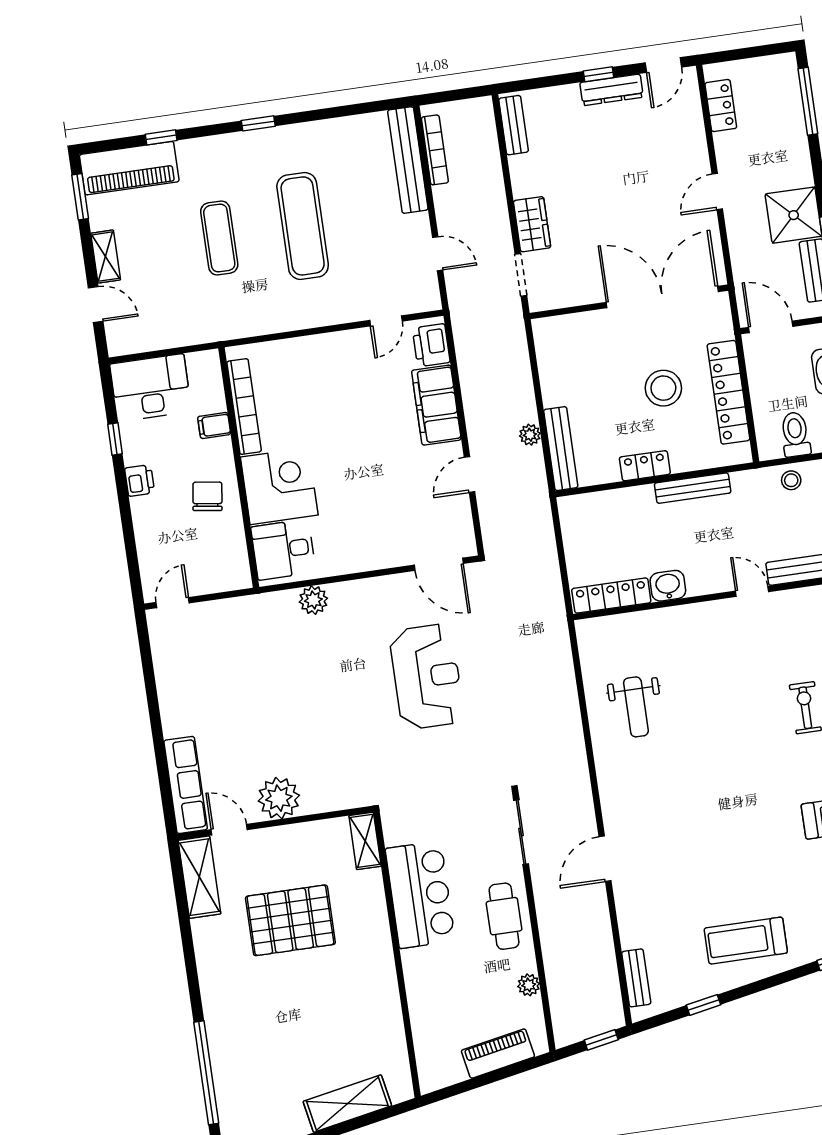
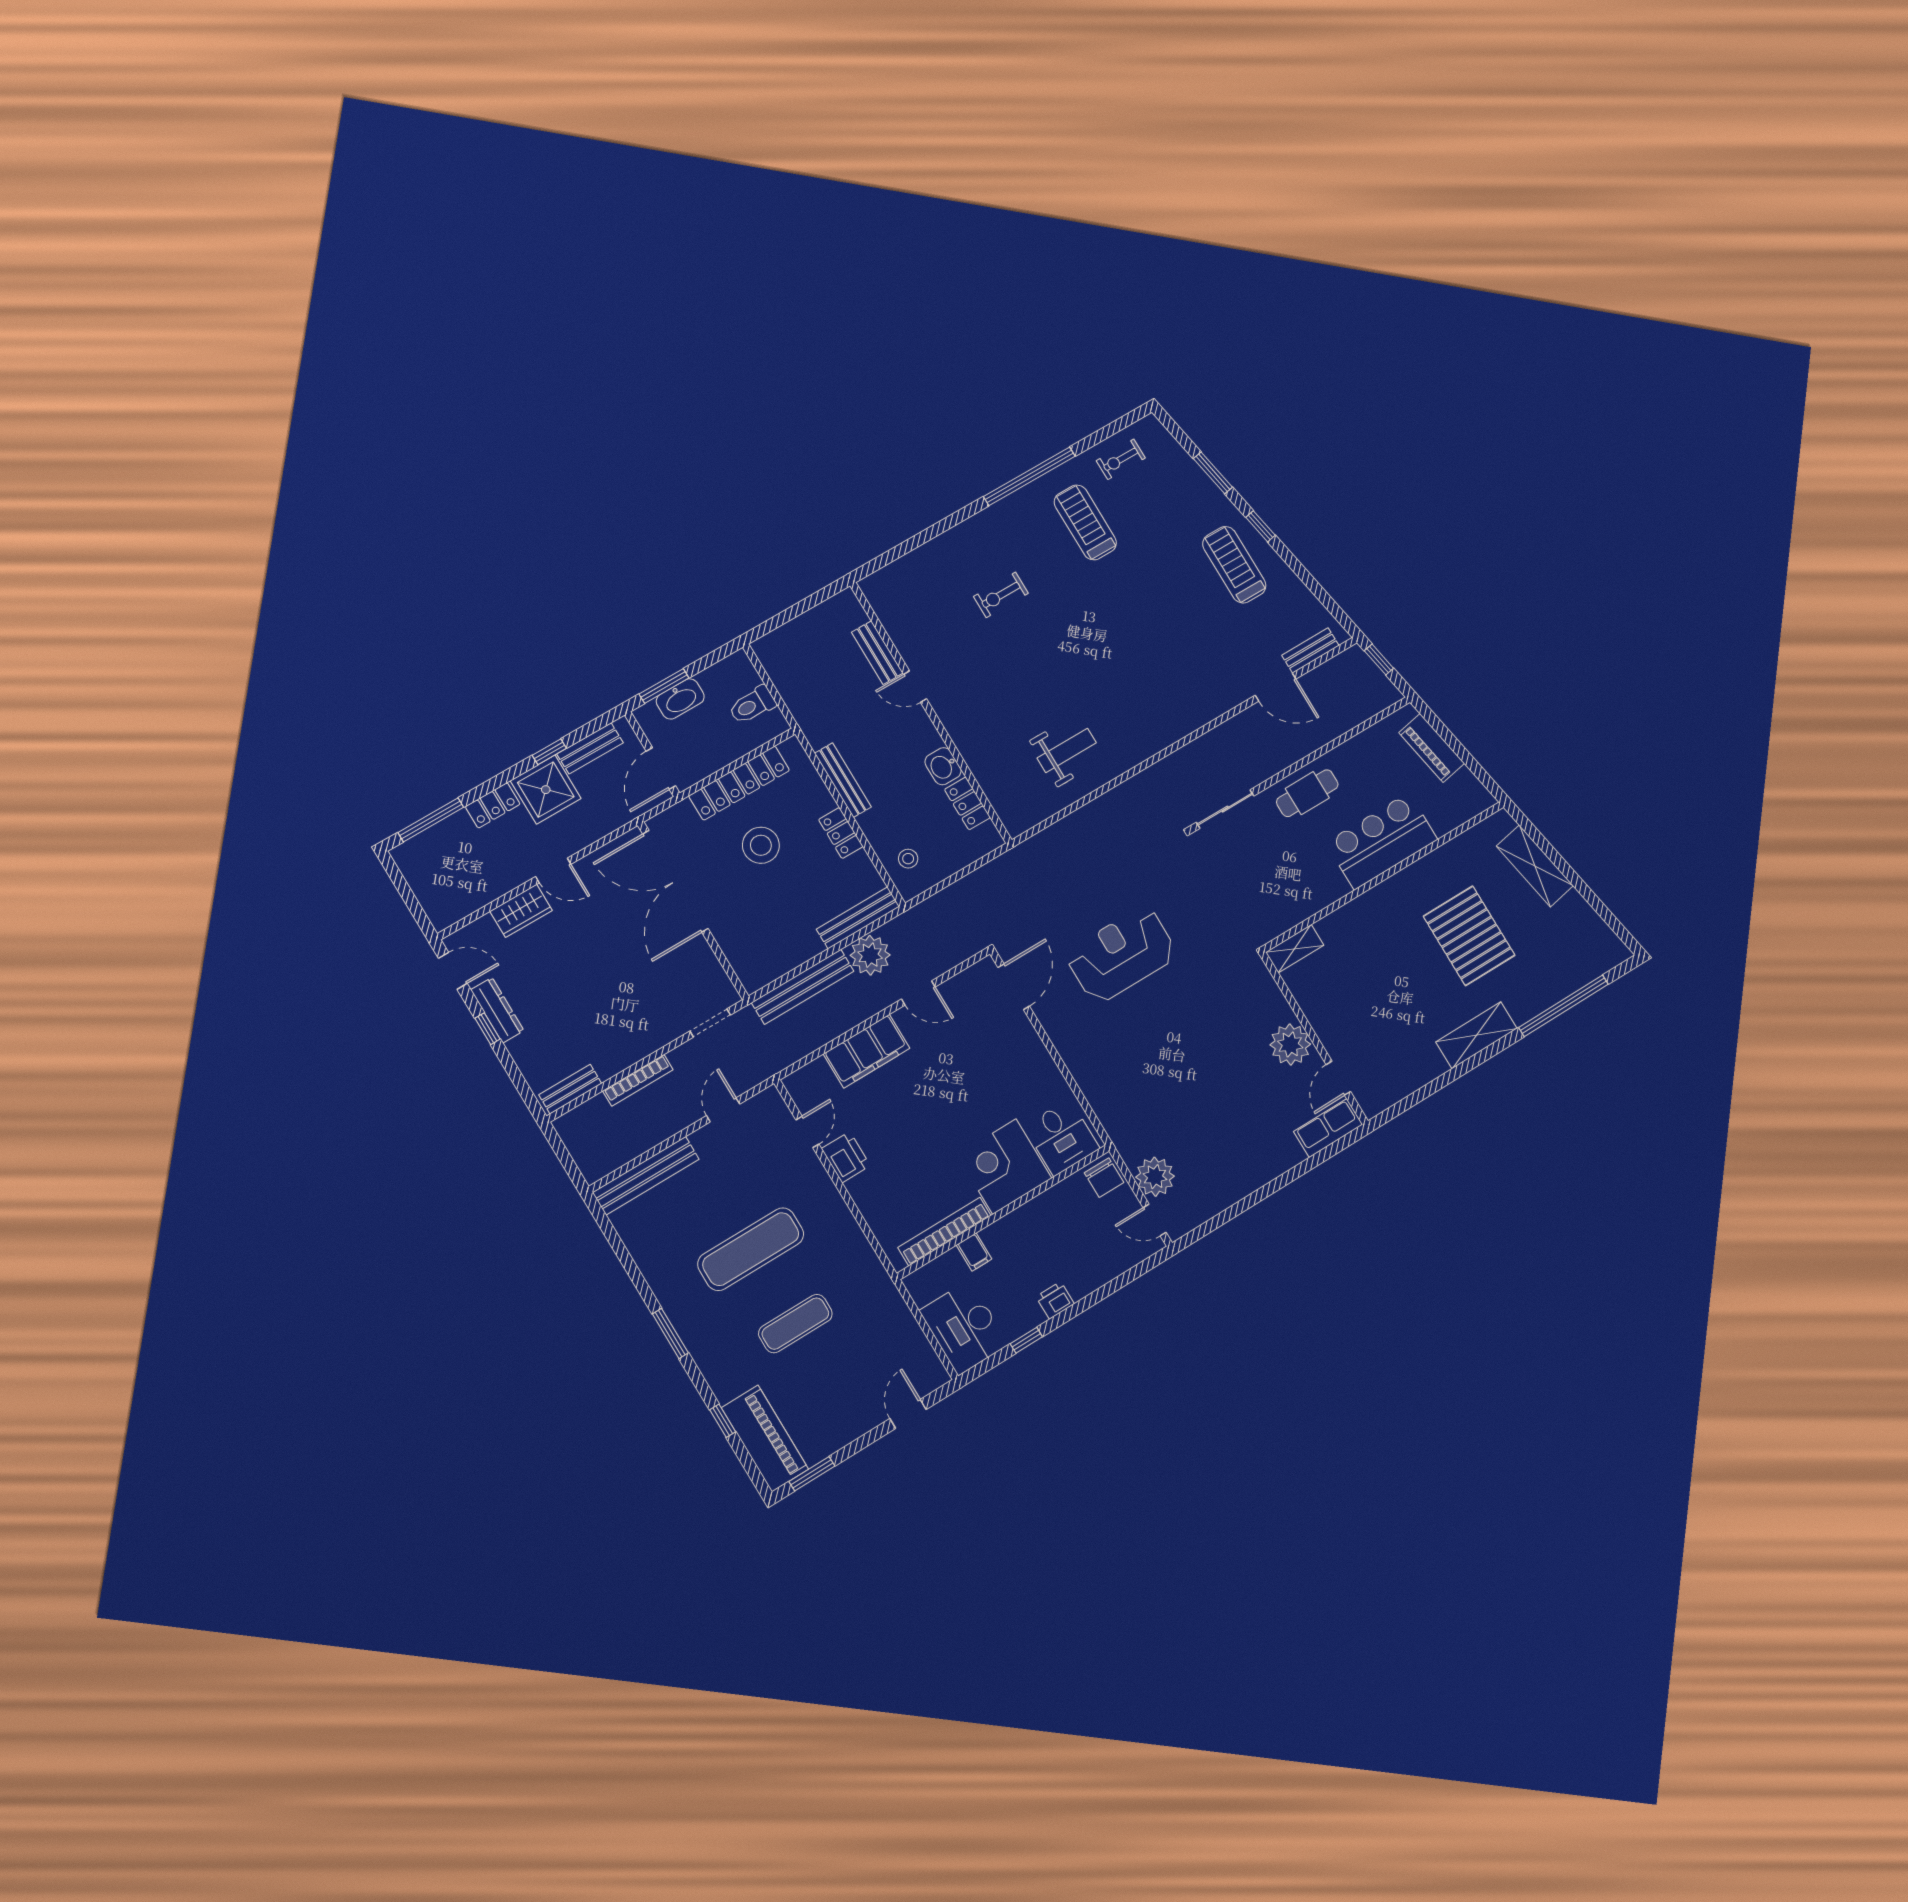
locker: (721, 106) -> (493, 805), moved, turned 180
window: (258, 123) -> (670, 1333), width x1.50
bookcase: (435, 150) -> (638, 1080), moved, turned 180
wardrobe: (532, 224) -> (521, 911), moved, turned 180
shelving: (106, 257) -> (859, 1424), removed
door: (386, 321) -> (807, 1132), hinge flipped
printer: (431, 345) -> (846, 1157), moved, turned -90
bench: (519, 372) -> (803, 987), added
plant: (530, 435) -> (870, 955), width x1.88, depth x1.88
stool: (791, 480) -> (908, 859), moved
chair: (207, 496) -> (1104, 1178), moved, turned -98
door: (752, 591) -> (915, 687), hinge flipped
locker: (611, 596) -> (967, 803), width x0.66
plant: (313, 600) -> (1155, 1177), moved, width x1.36, depth x1.36
row of seats: (186, 785) -> (1328, 1128), width x0.68
door: (605, 859) -> (1275, 687), moved
shelving: (199, 877) -> (1476, 1035), moved
bar counter: (420, 895) -> (1382, 841), moved
pallet: (290, 920) -> (1469, 936), moved
treadmill: (746, 941) -> (1234, 565), turned 180
plant: (529, 985) -> (1359, 745), removed
window: (703, 1005) -> (1260, 526), moved

